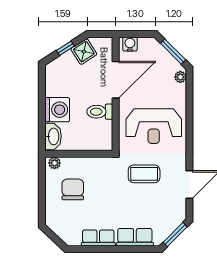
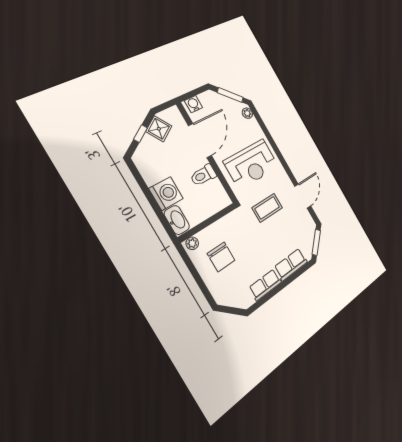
chair: (73, 189) -> (221, 257), turned 180

